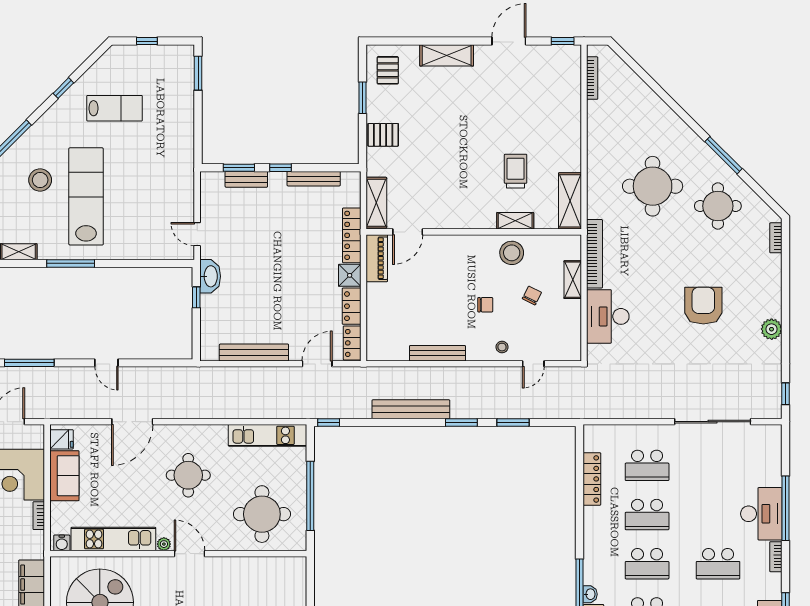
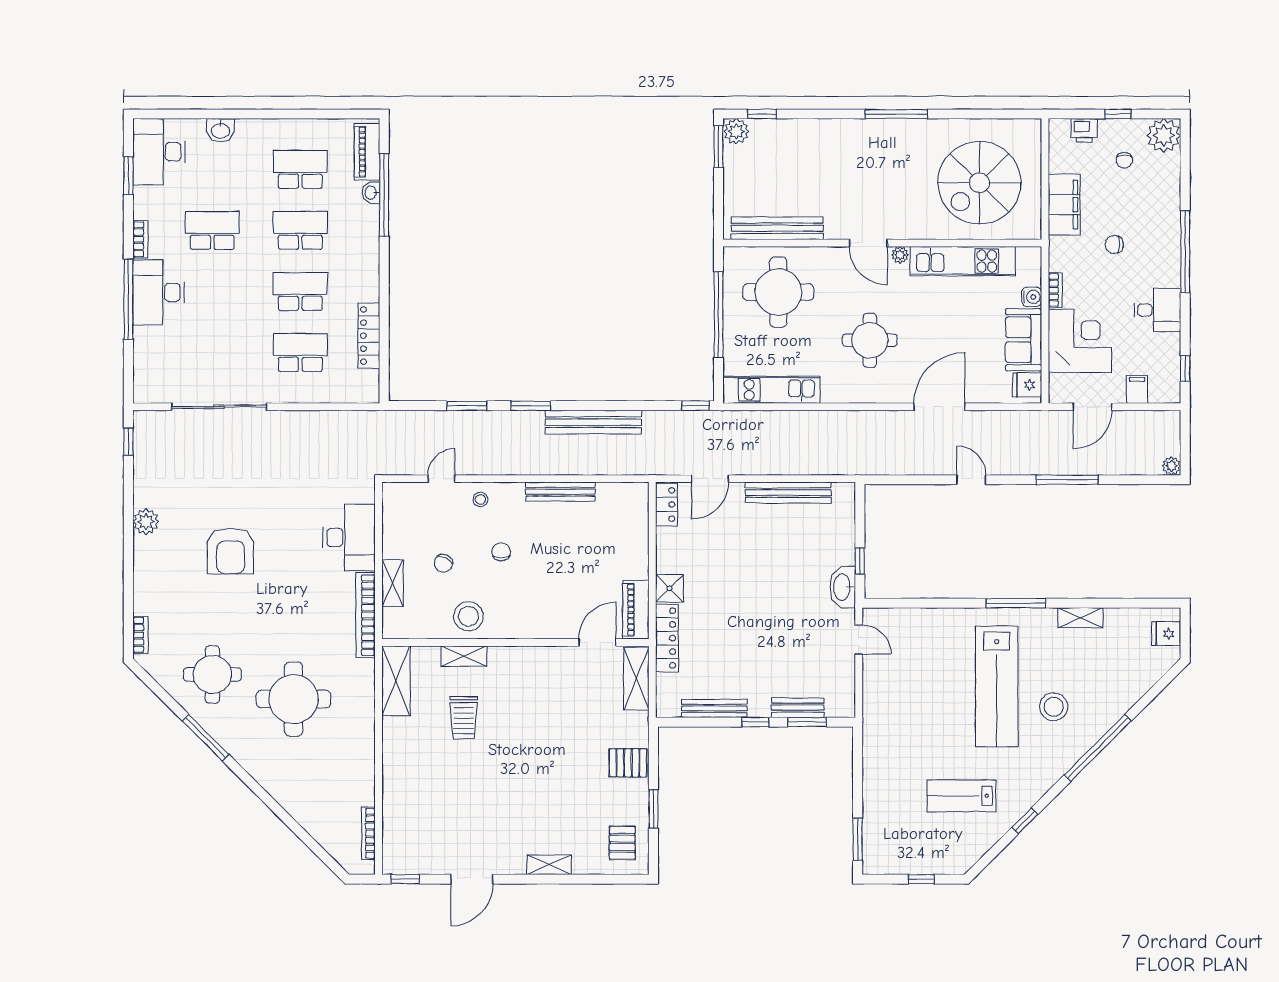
shelving: (447, 55) -> (549, 865), width x0.67, depth x0.75
chair: (485, 305) -> (501, 552), turned 90
locker: (352, 306) -> (667, 550), removed
water cooler: (62, 543) -> (1032, 297), moved, turned 90
bench: (263, 566) -> (777, 228), added

